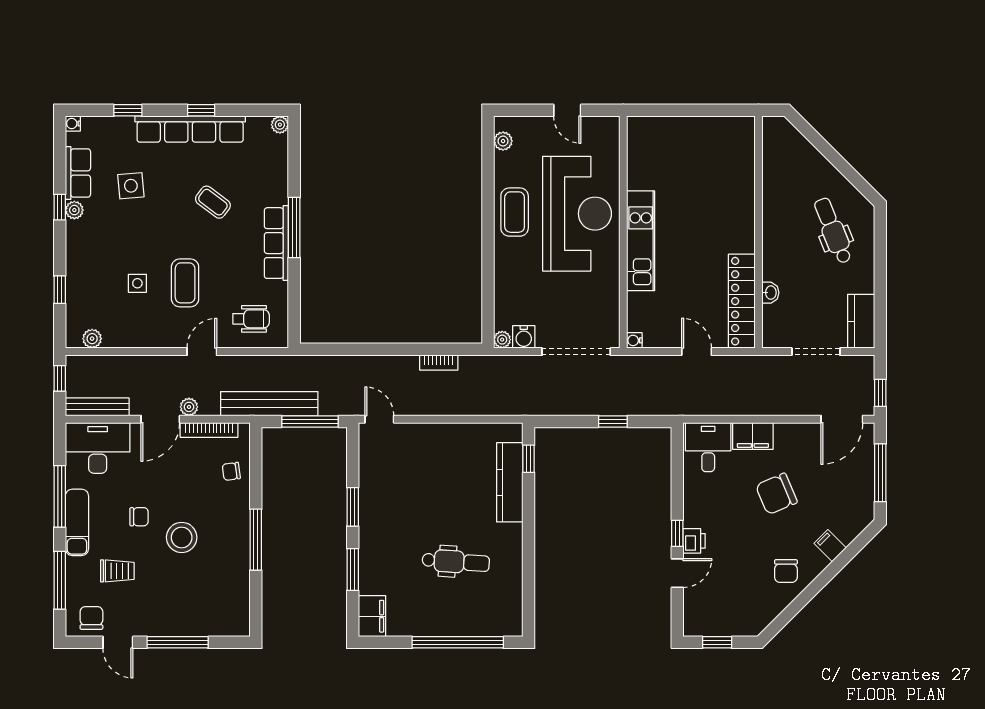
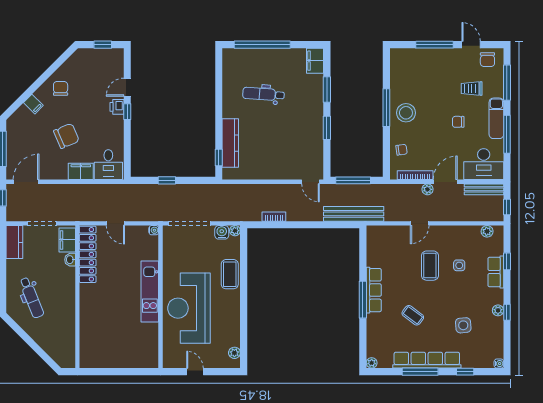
window: (201, 110) -> (420, 372), width x2.17
row of seats: (78, 173) -> (496, 272), moved
coffee table: (515, 212) -> (230, 274), moved
wheelchair: (251, 319) -> (389, 243), removed
filing cabinet: (775, 325) -> (67, 240), added
bench: (269, 404) -> (354, 214), moved
stool: (182, 537) -> (406, 113), moved

